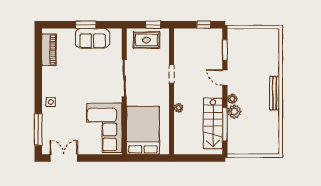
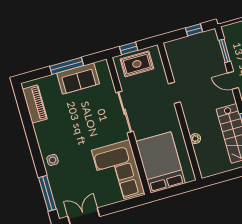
window: (86, 25) -> (67, 66), width x1.44
window: (153, 25) -> (129, 48), moved
plant: (179, 108) -> (195, 139), moved

